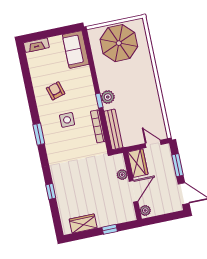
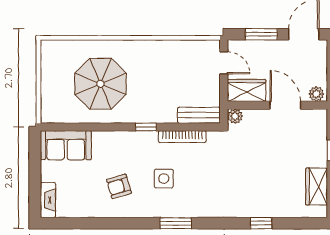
parasol: (119, 43) -> (100, 84), moved
plant: (108, 97) -> (143, 114), removed
bench: (113, 129) -> (199, 115), width x0.73
door: (153, 144) -> (224, 63), swing flipped
plant: (122, 175) -> (235, 116), moved

